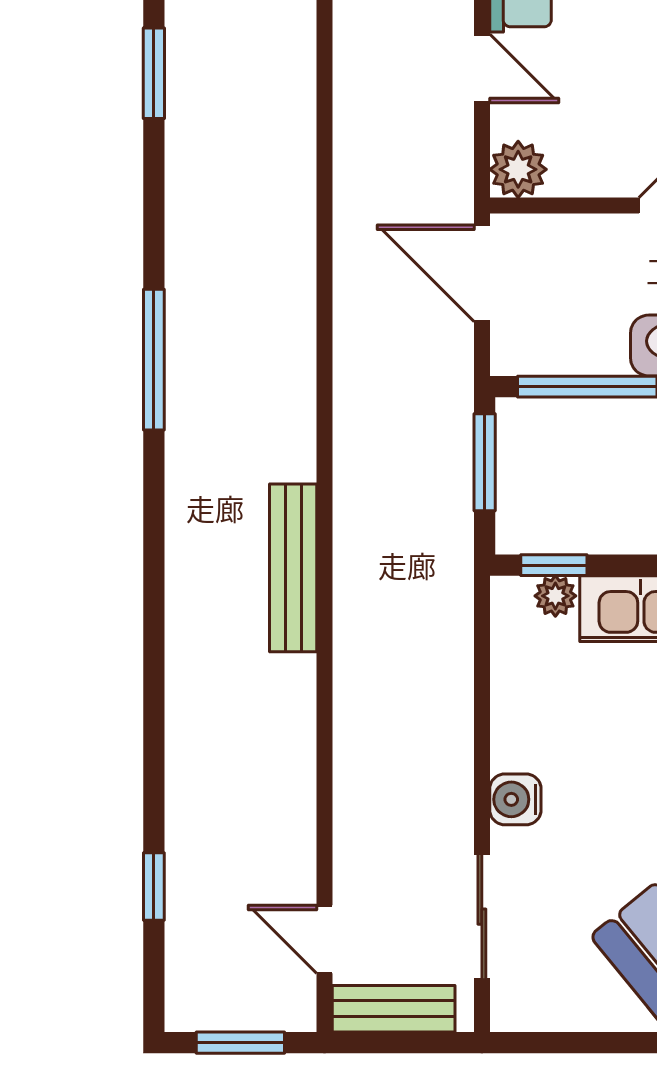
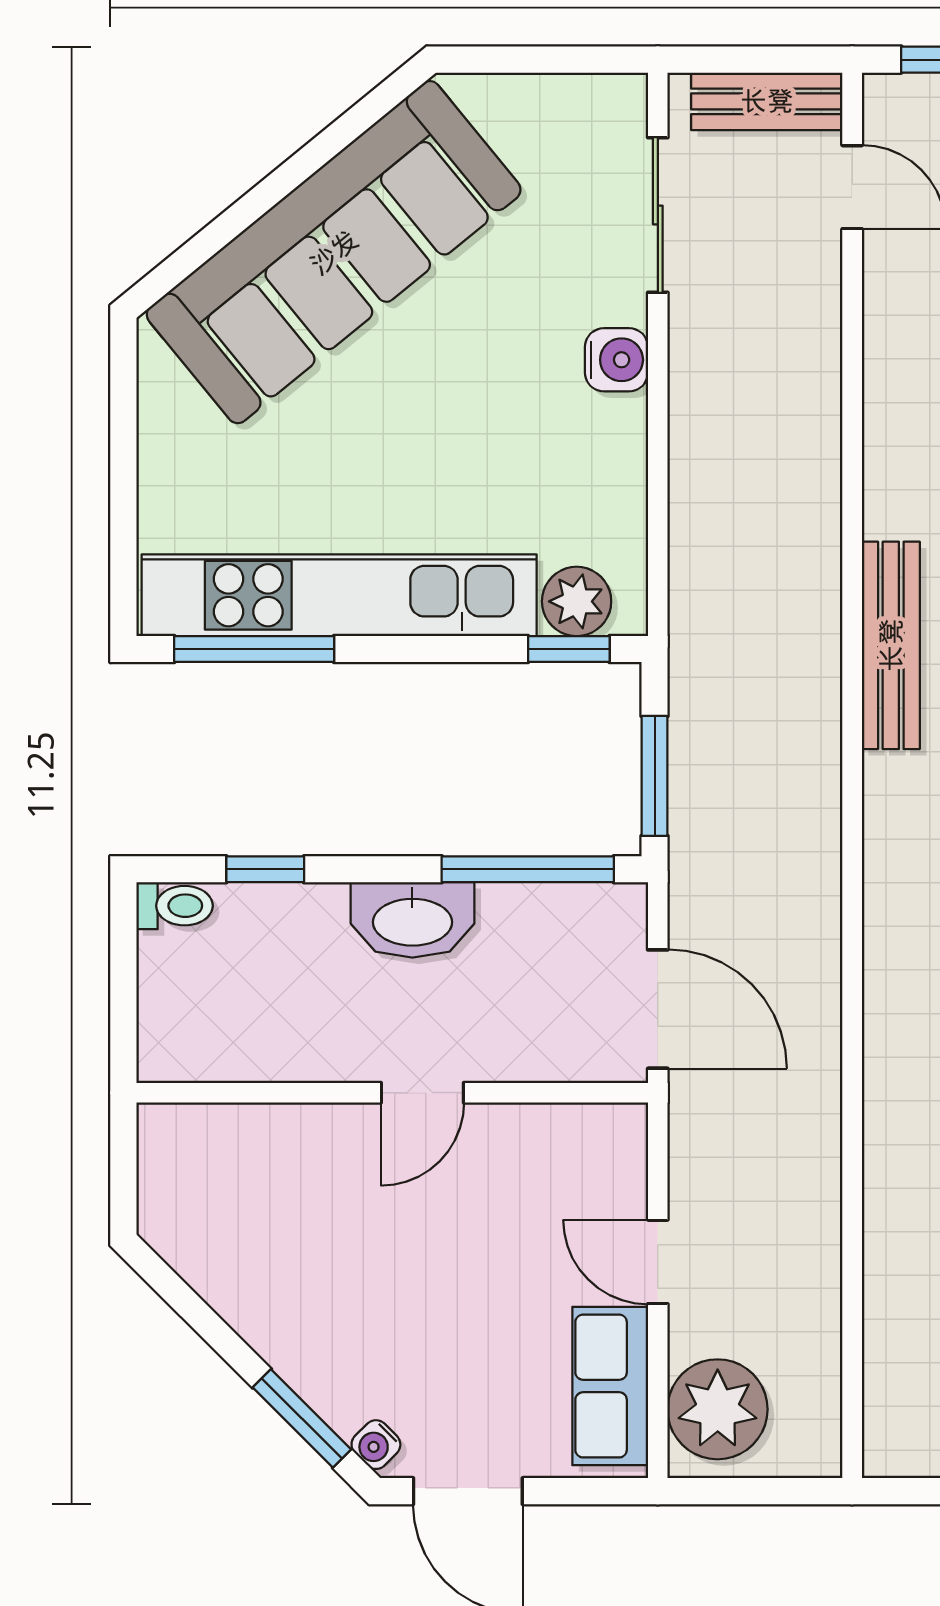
plant: (518, 169) -> (613, 1137), removed
plant: (555, 596) -> (577, 601), width x1.38, depth x1.38

